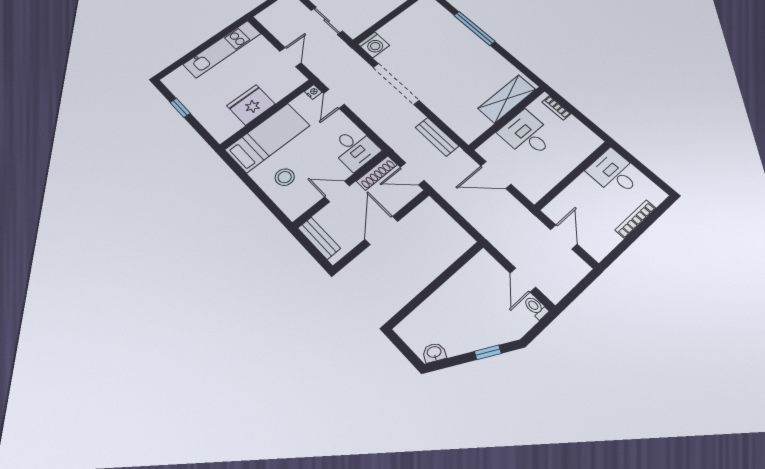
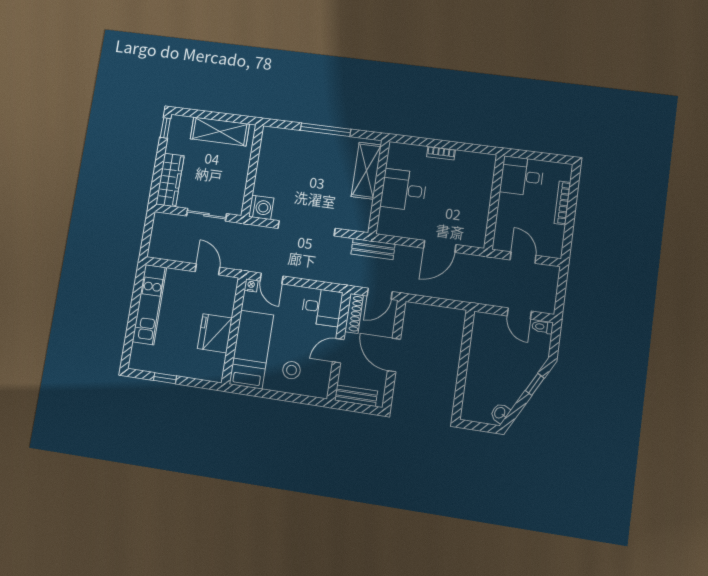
shelving: (507, 99) -> (366, 171), moved
wall: (507, 118) -> (379, 187), moved
desk: (527, 135) -> (404, 190), moved

